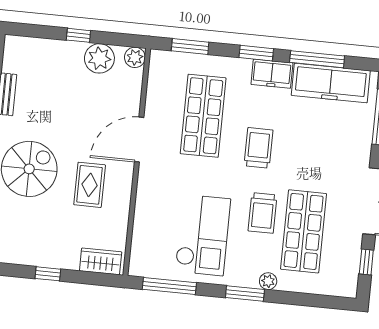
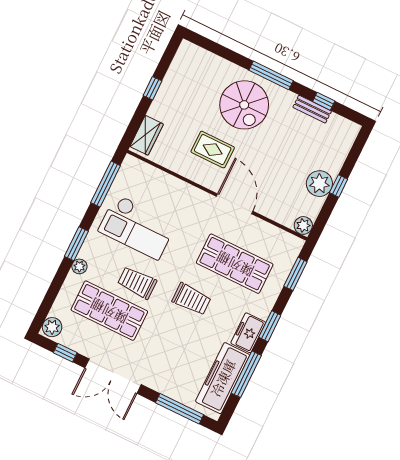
plant: (99, 58) -> (319, 184), moved
plant: (344, 286) -> (52, 327), added

